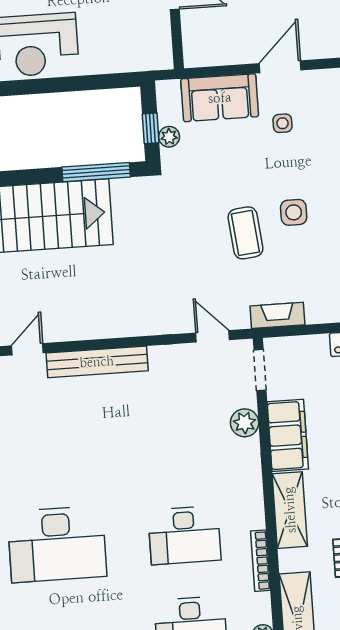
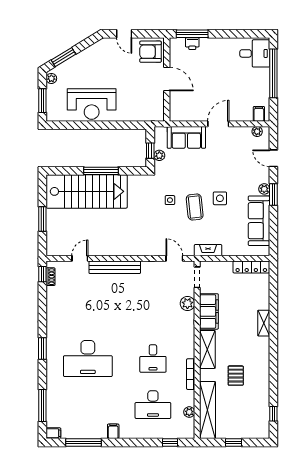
side table: (282, 123) -> (170, 200), moved
window: (96, 172) -> (101, 171), moved
desk: (184, 535) -> (153, 358), width x0.73

